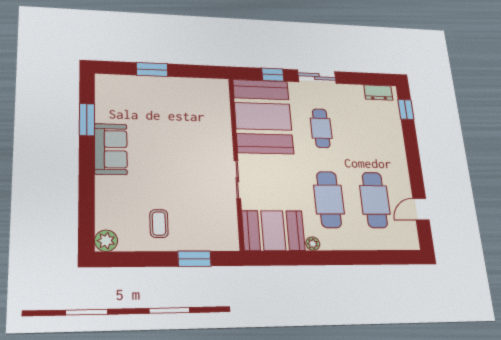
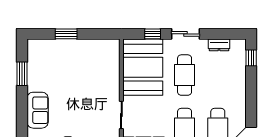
dresser: (378, 92) -> (219, 45), moved
cafe table: (321, 128) -> (185, 75), width x1.37, depth x1.35
sofa: (111, 149) -> (38, 110), moved

